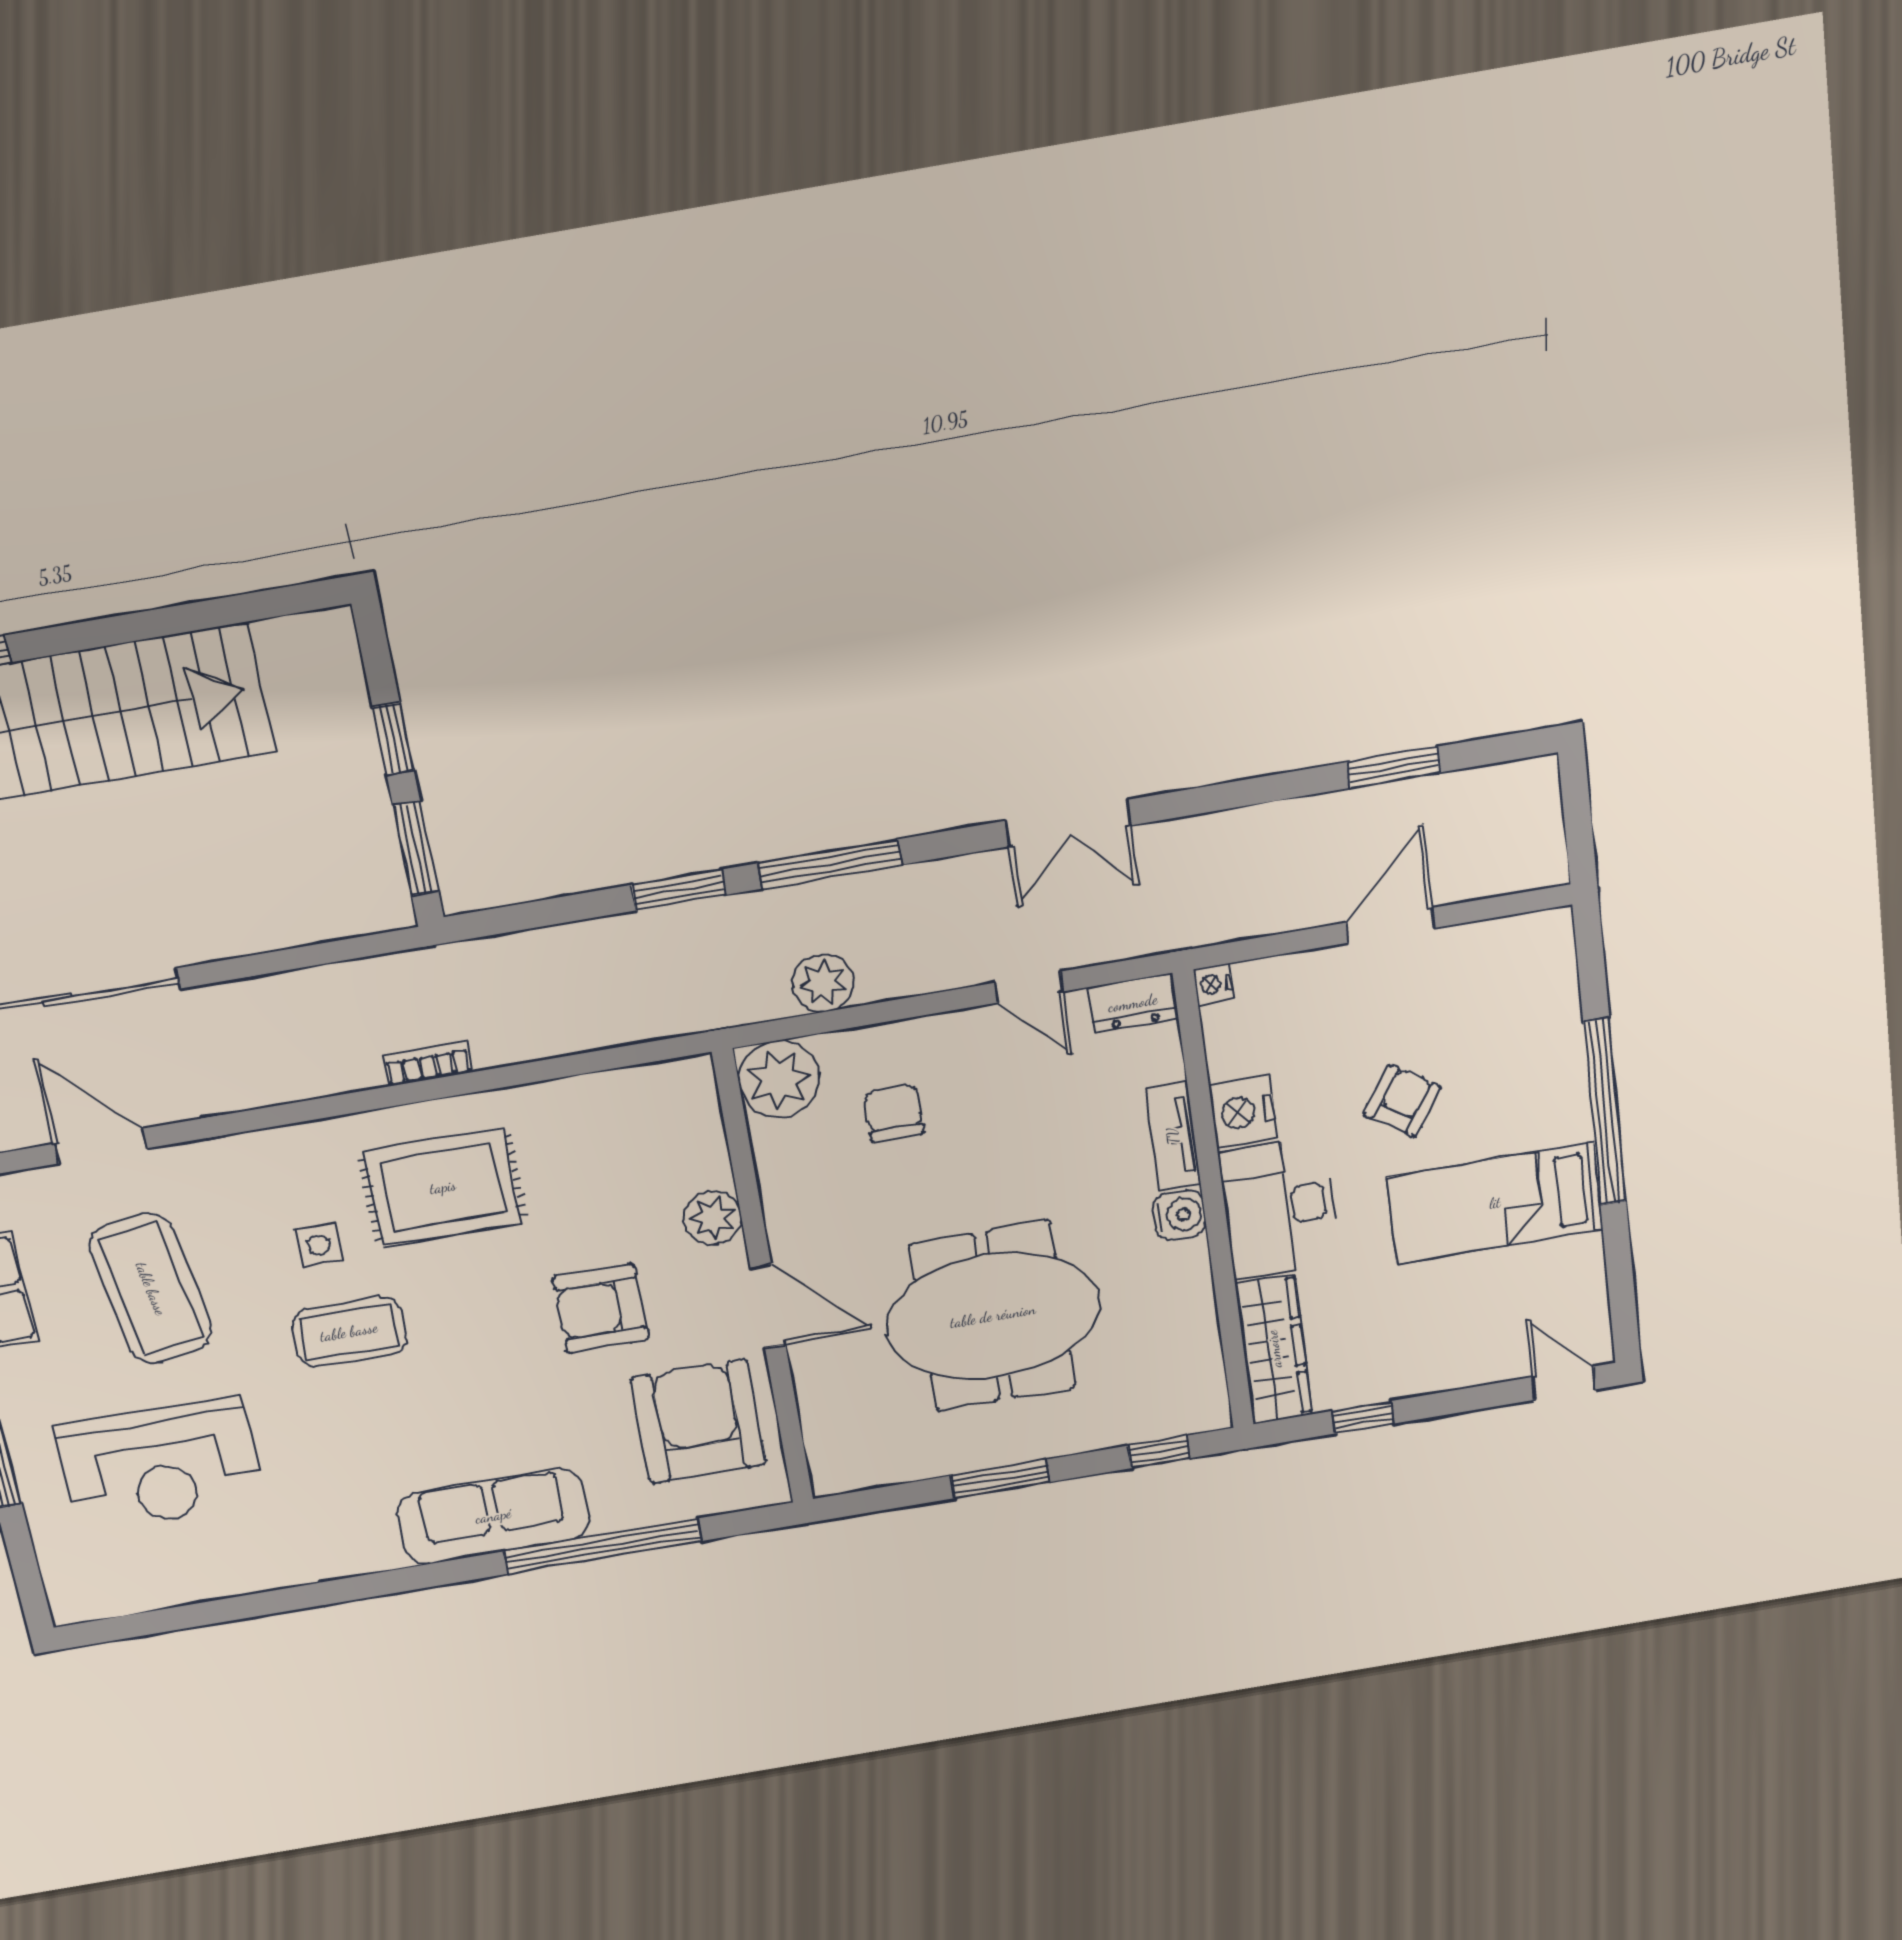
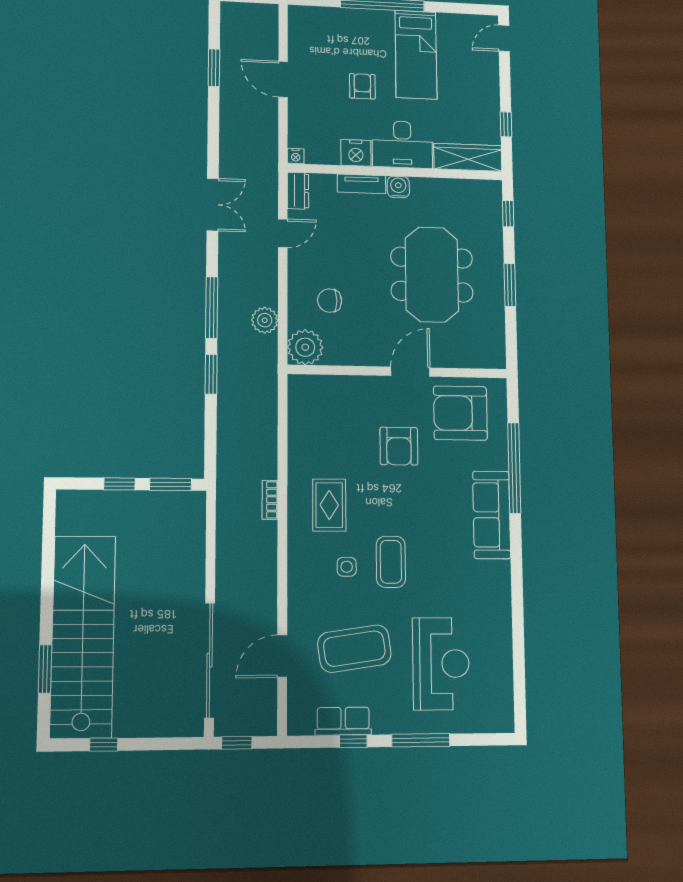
armchair: (1402, 1101) -> (362, 86), turned 56
rug: (443, 1187) -> (329, 505), width x0.73, depth x0.70
plant: (713, 1218) -> (365, 388), removed

